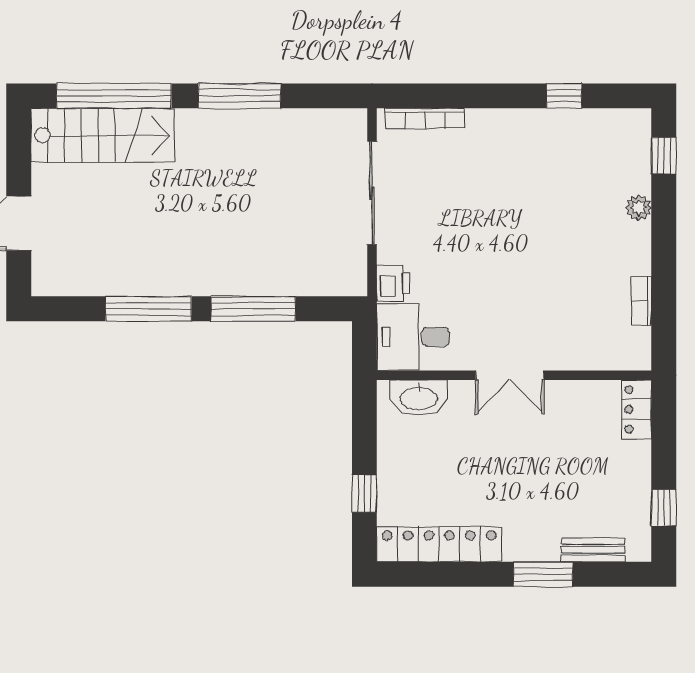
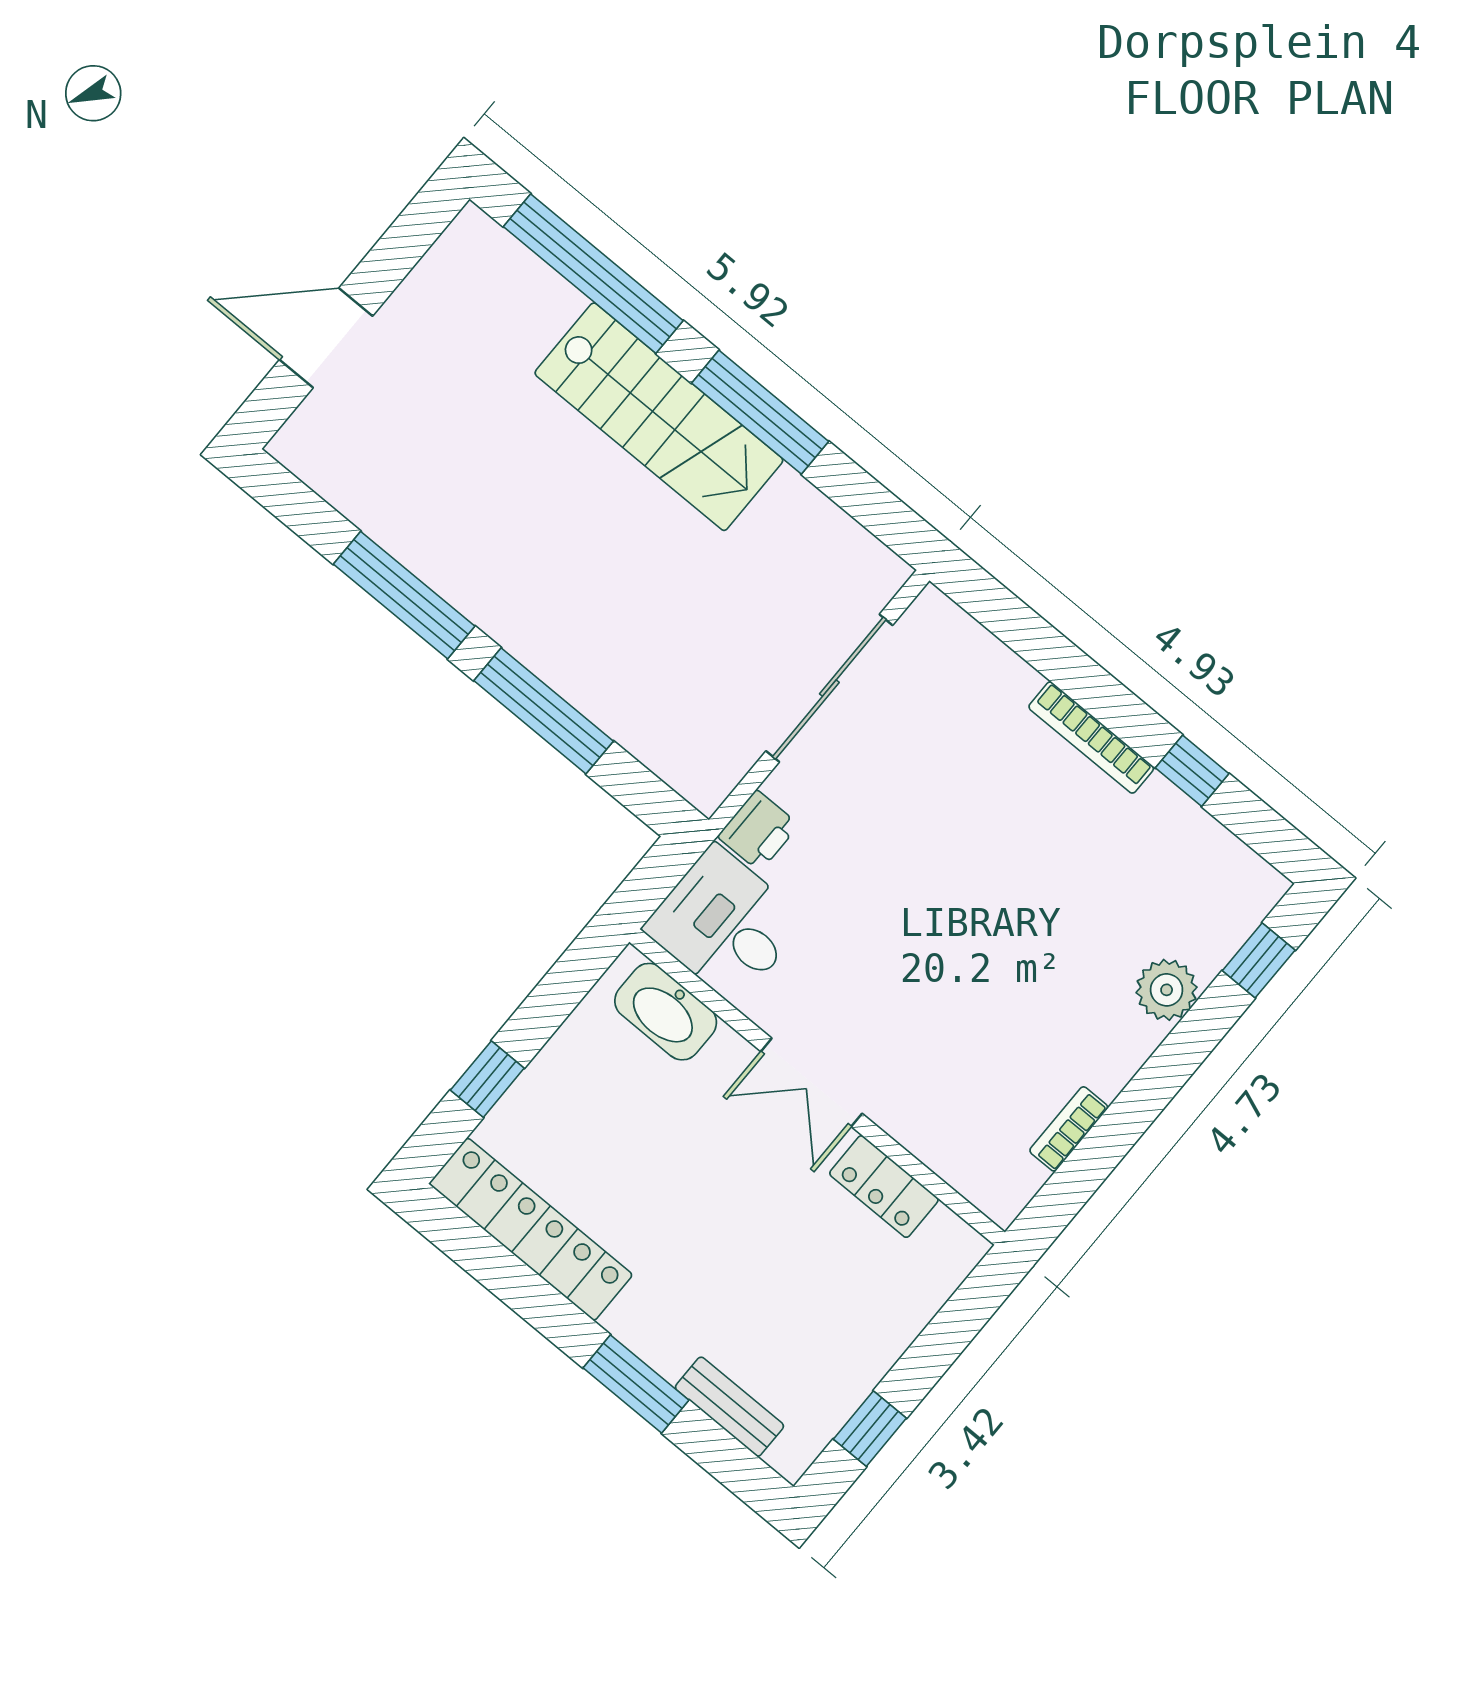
bookcase: (425, 118) -> (1091, 738), moved
stairs: (103, 135) -> (659, 417), moved
plant: (638, 208) -> (1167, 990), width x1.38, depth x1.38
locker: (636, 409) -> (884, 1187), moved, turned -90

